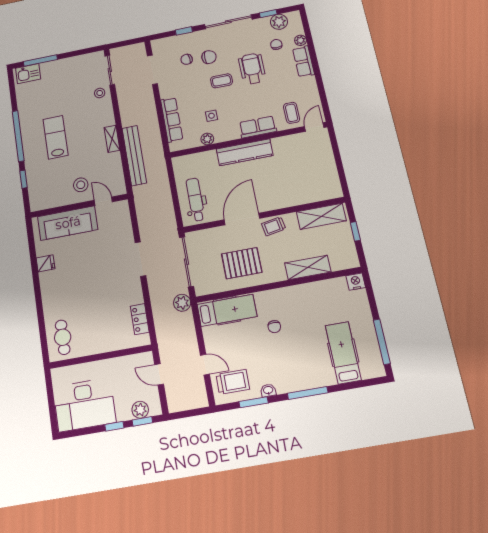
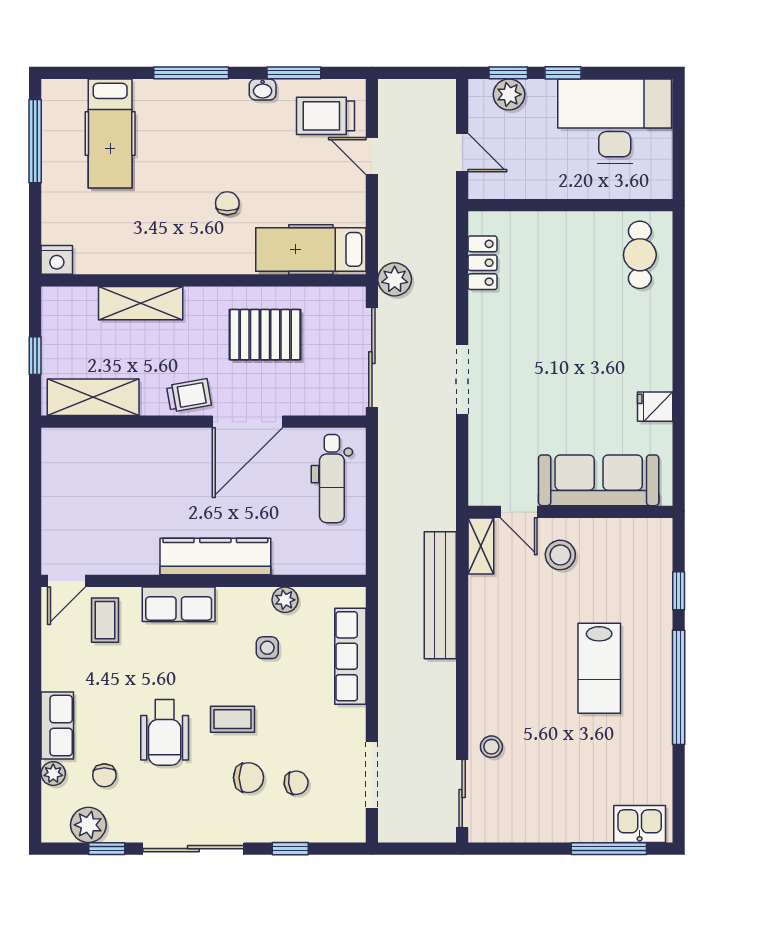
chair: (209, 57) -> (249, 778), turned 180
shelving: (112, 139) -> (481, 546), moved

